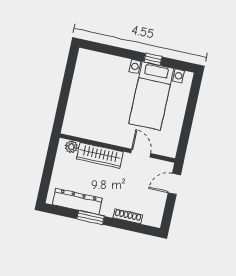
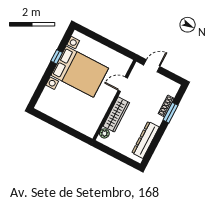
bed with nightstands: (151, 96) -> (80, 72), width x1.36
door: (174, 184) -> (152, 66), swing flipped
window: (91, 218) -> (171, 113), moved

